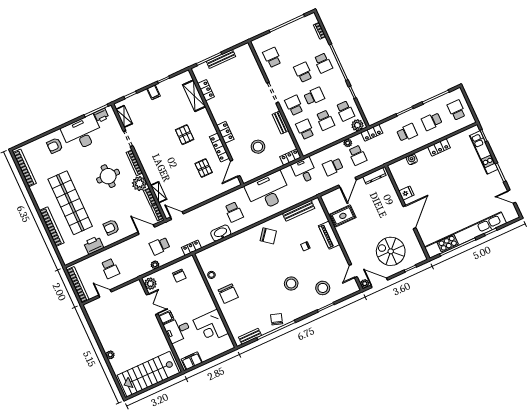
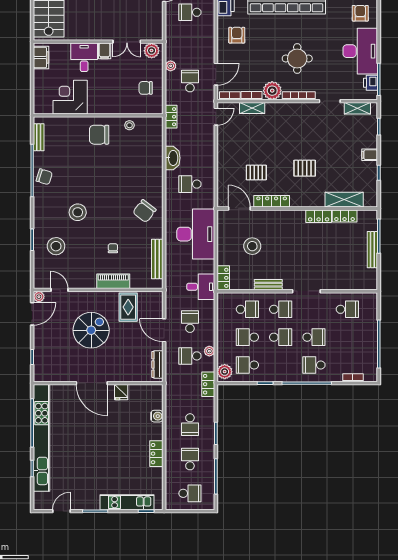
school desk: (314, 96) -> (281, 337), turned -90
locker: (225, 132) -> (319, 216), moved
spiral stairs: (391, 251) -> (91, 330), moved

